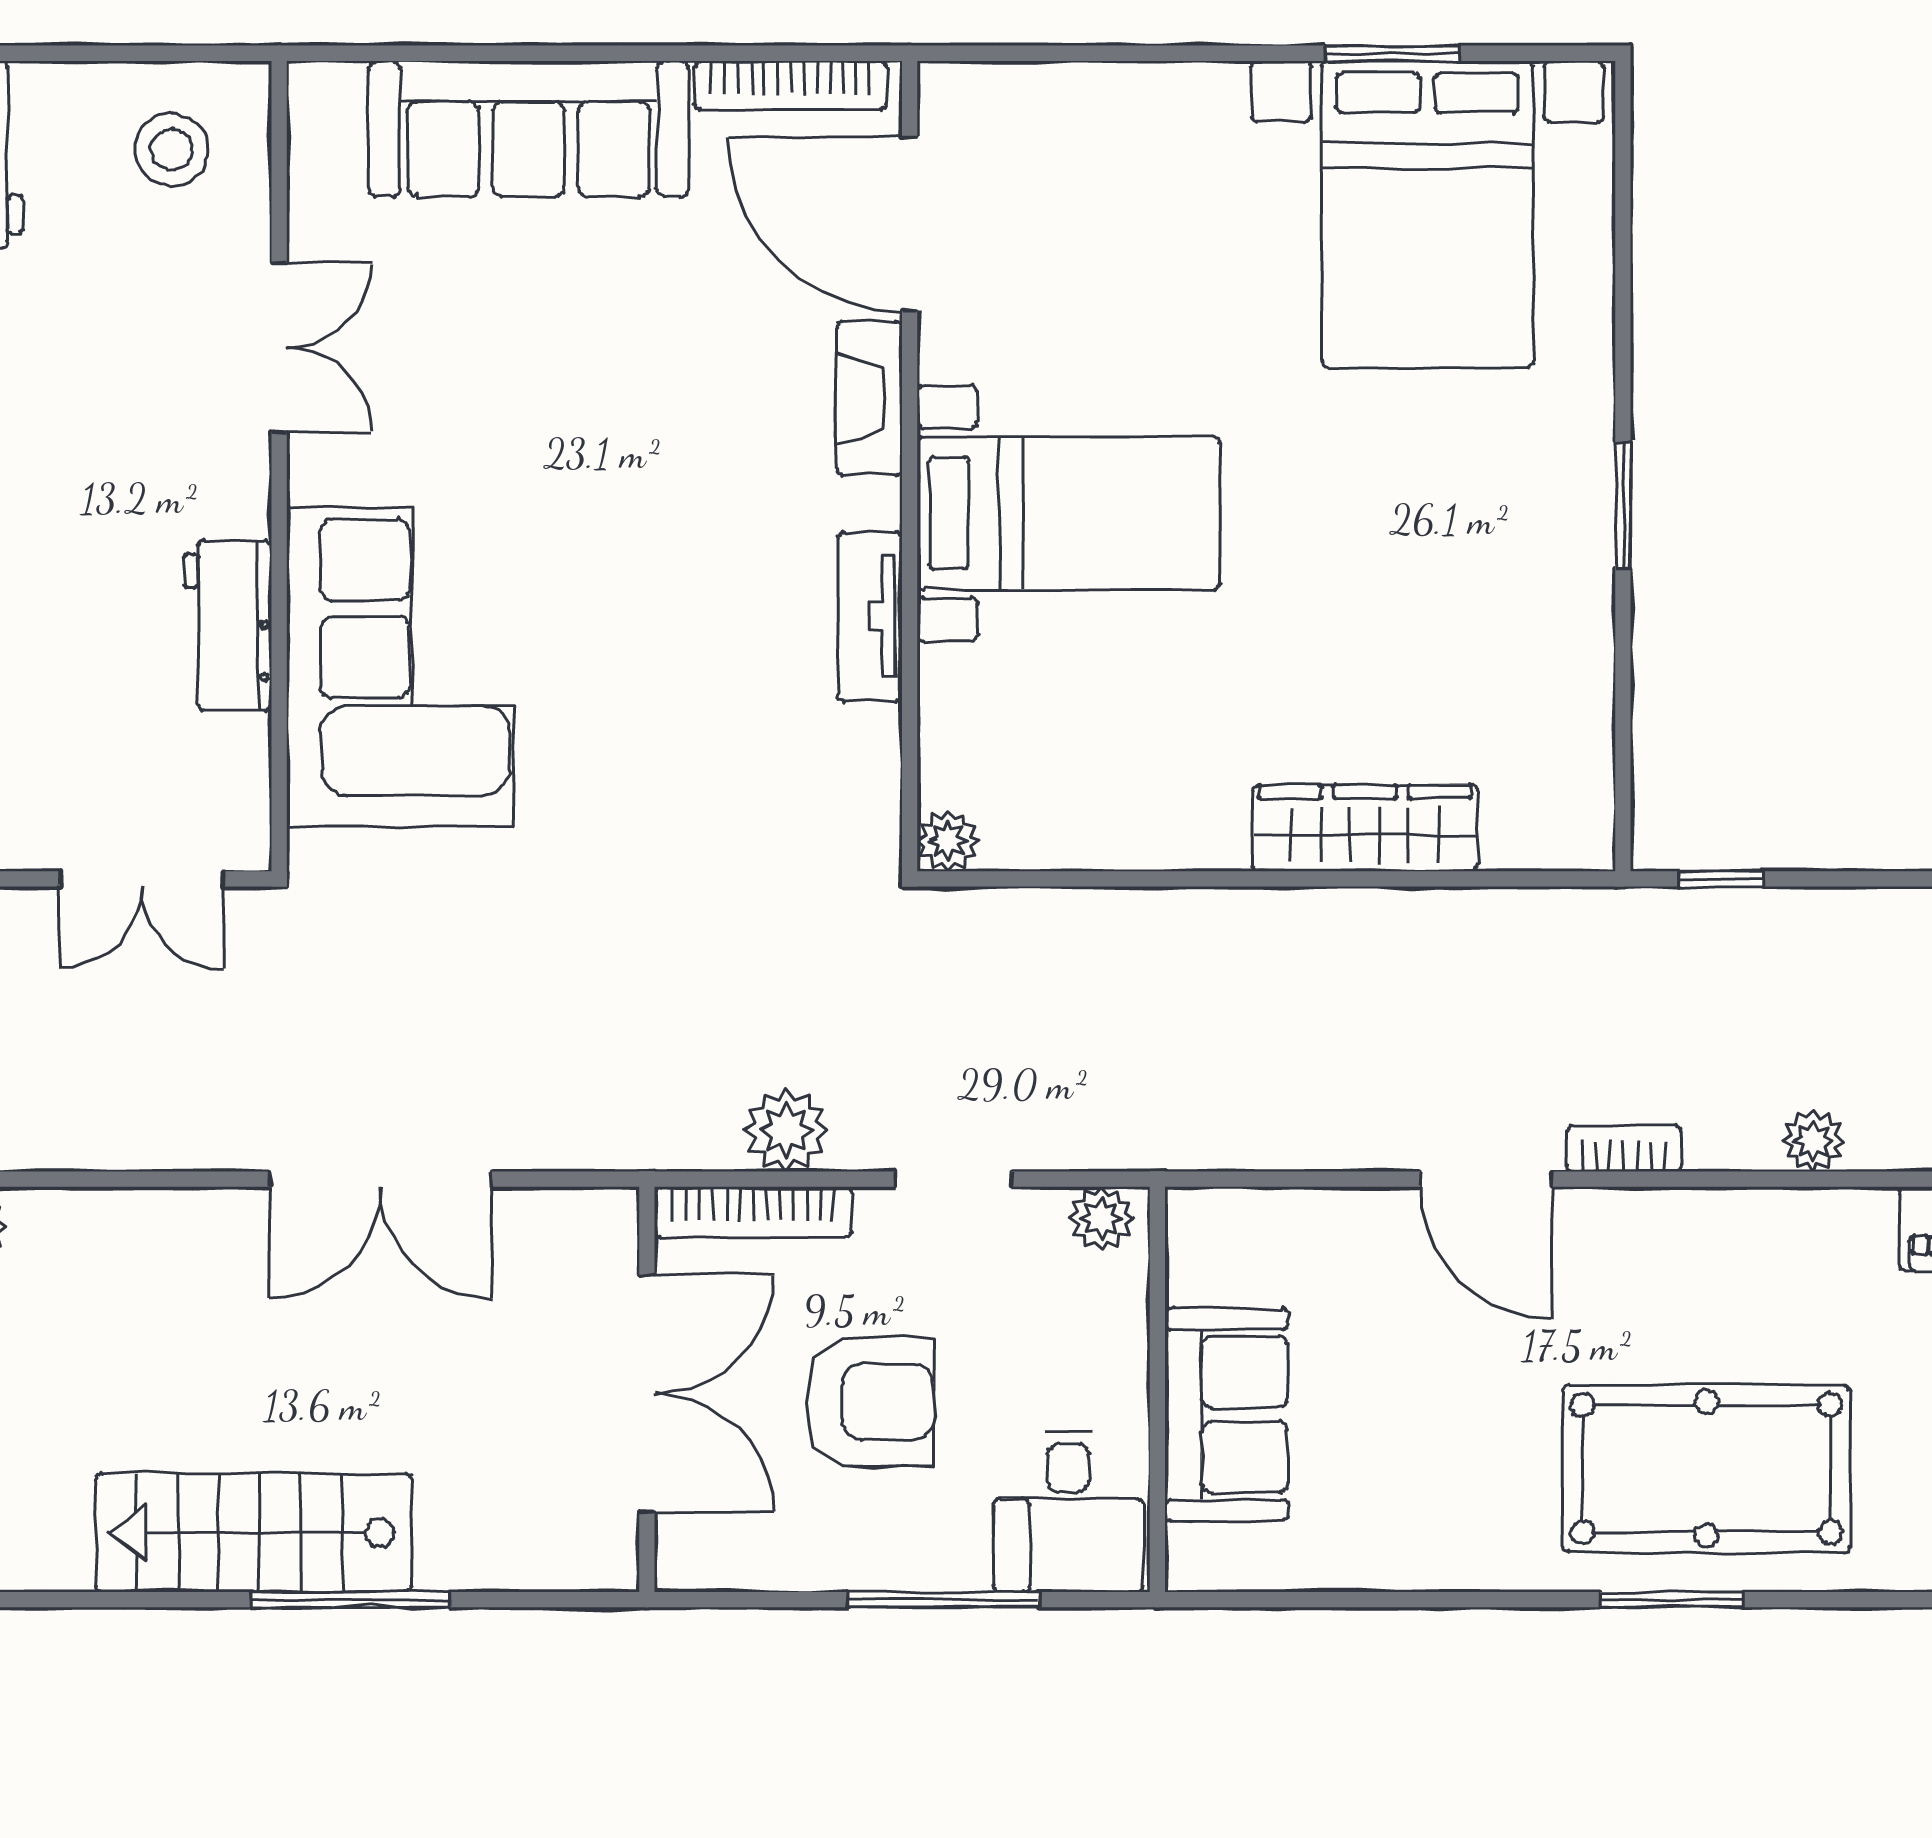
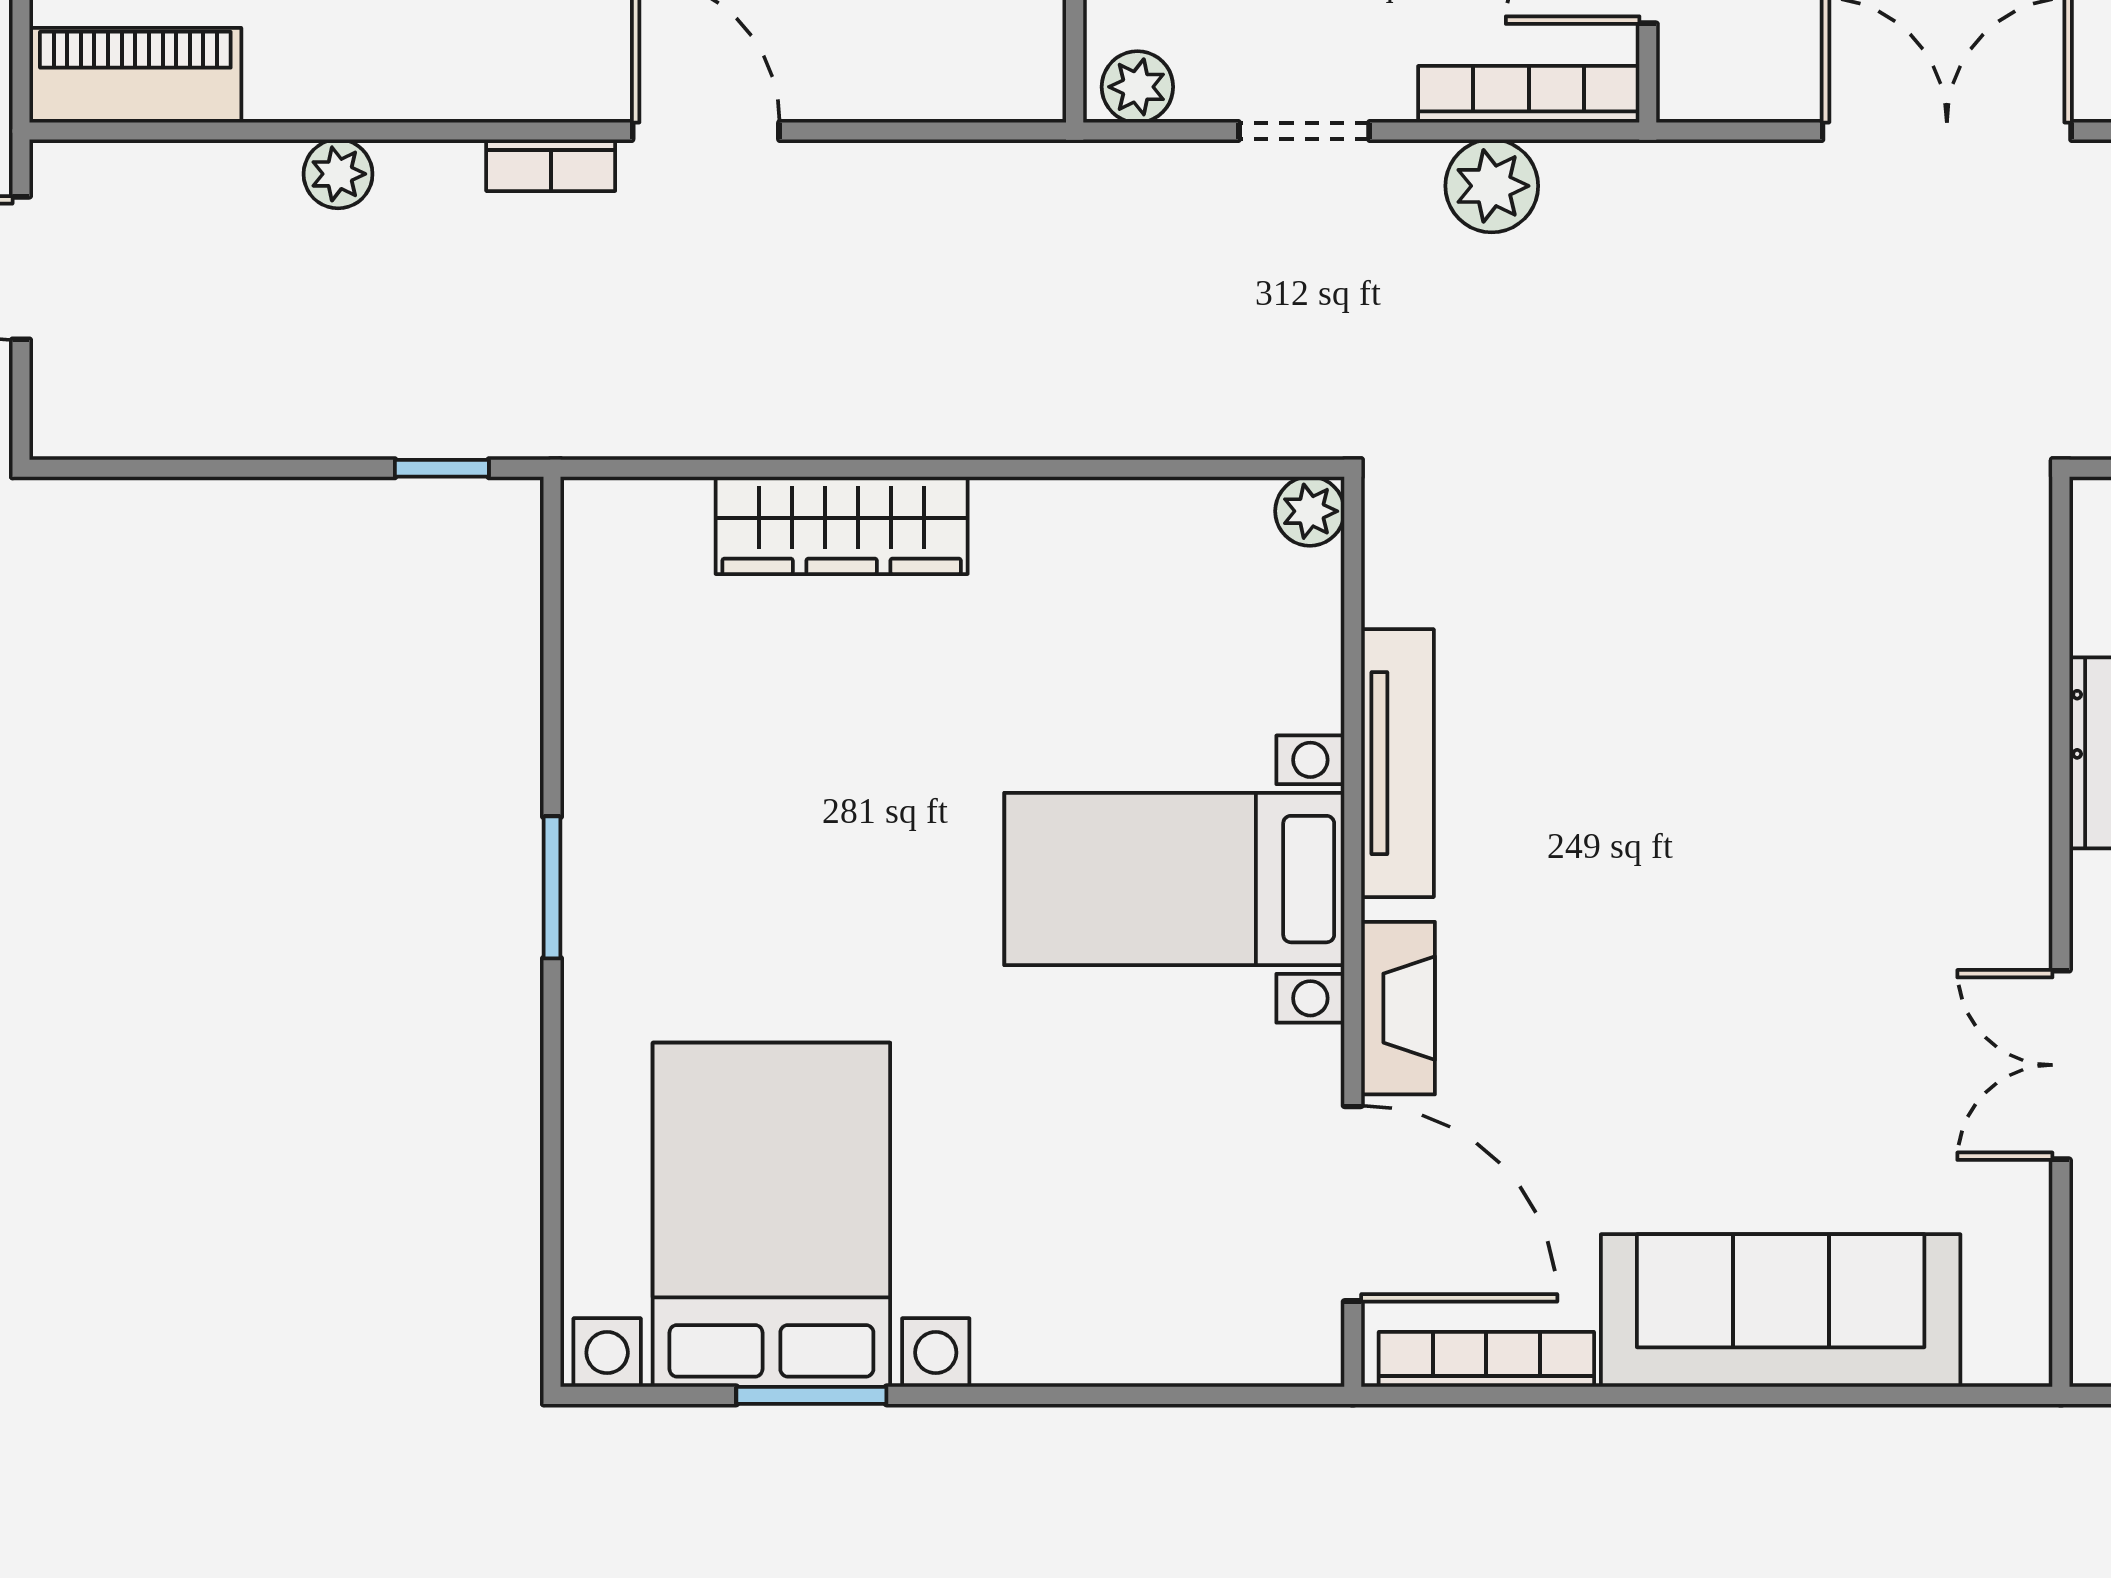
tv unit: (870, 616) -> (1398, 763), width x1.41
corner sofa: (400, 668) -> (1925, 706), removed

